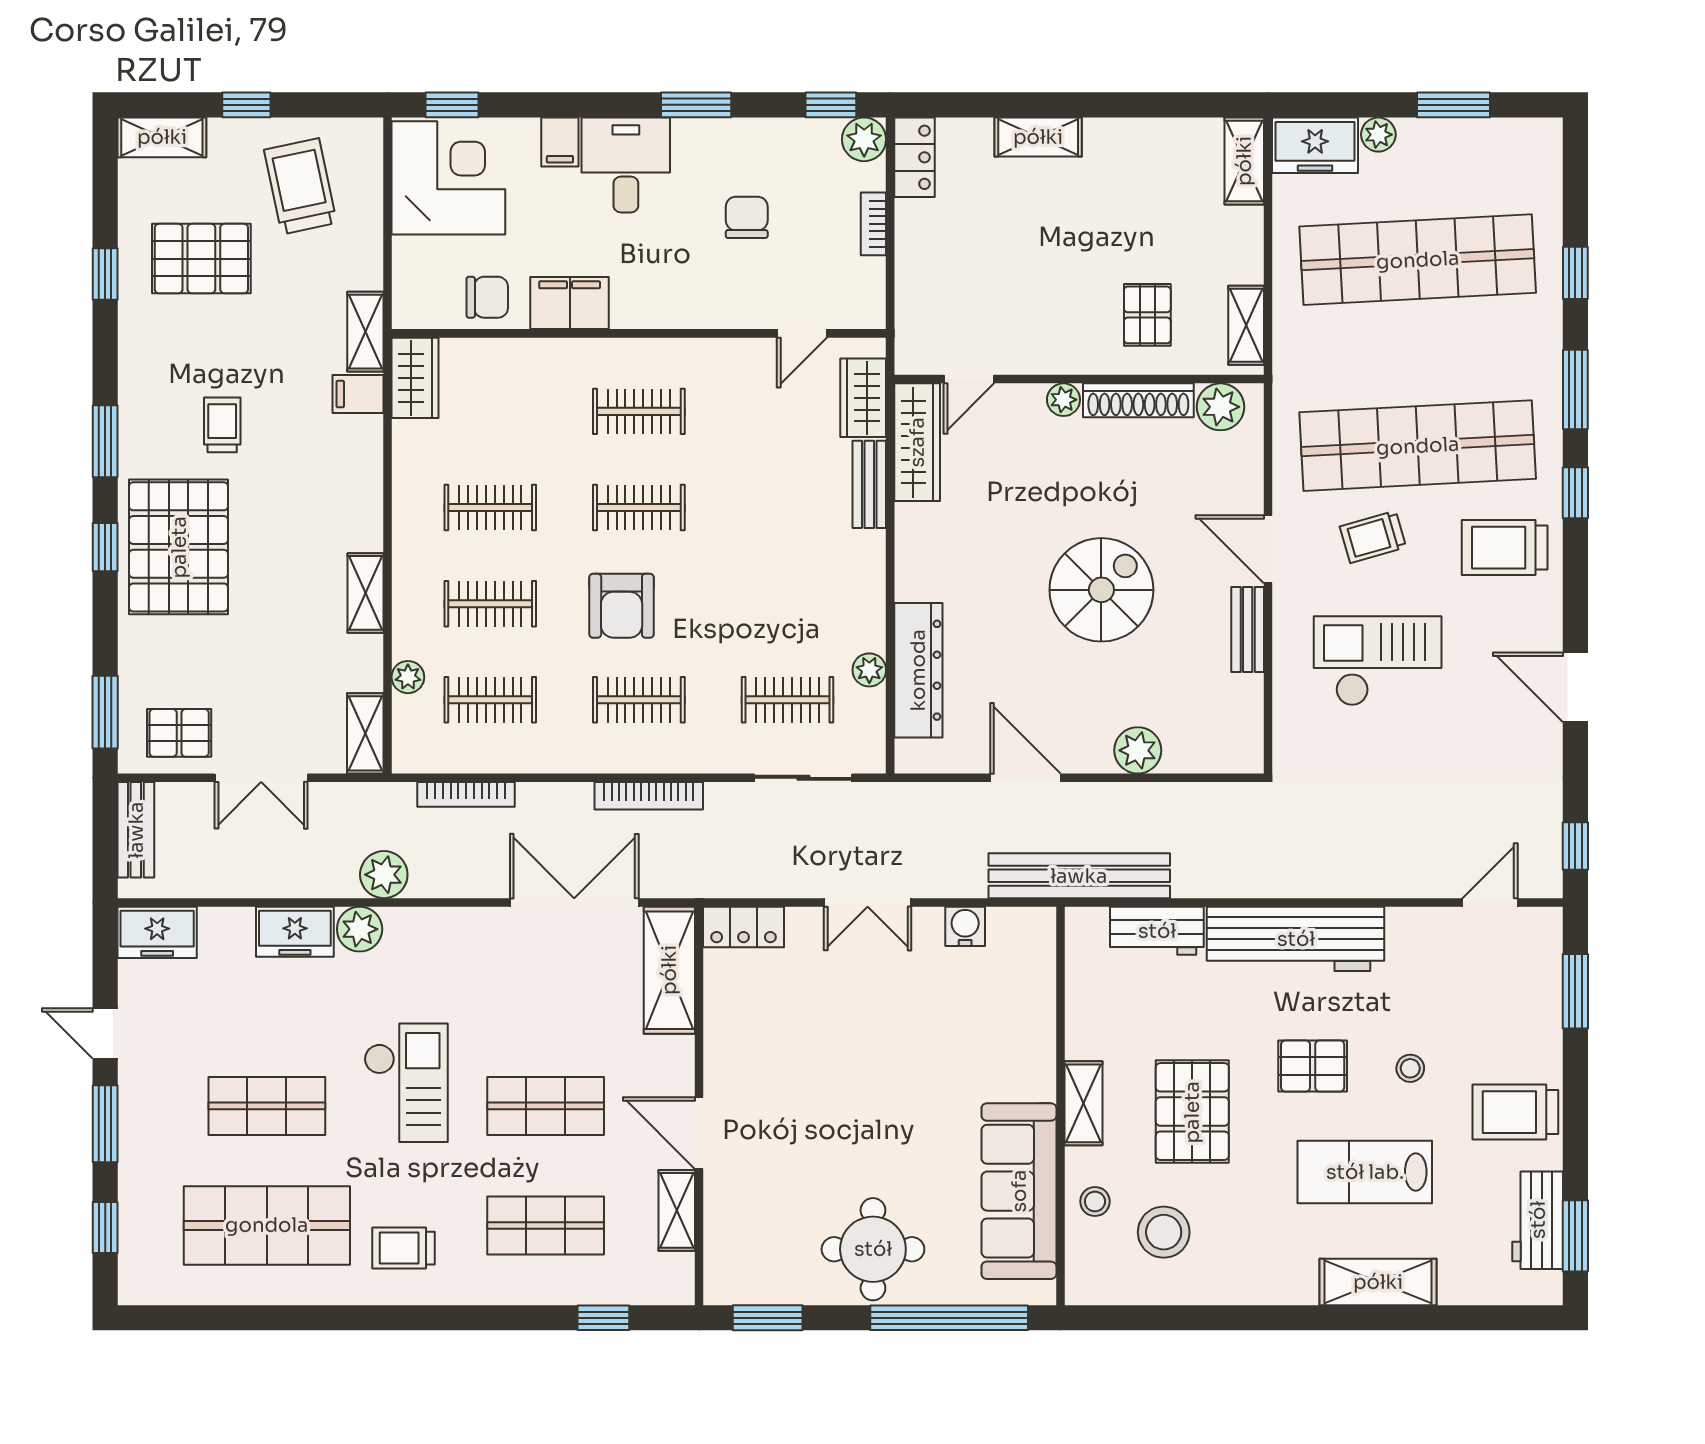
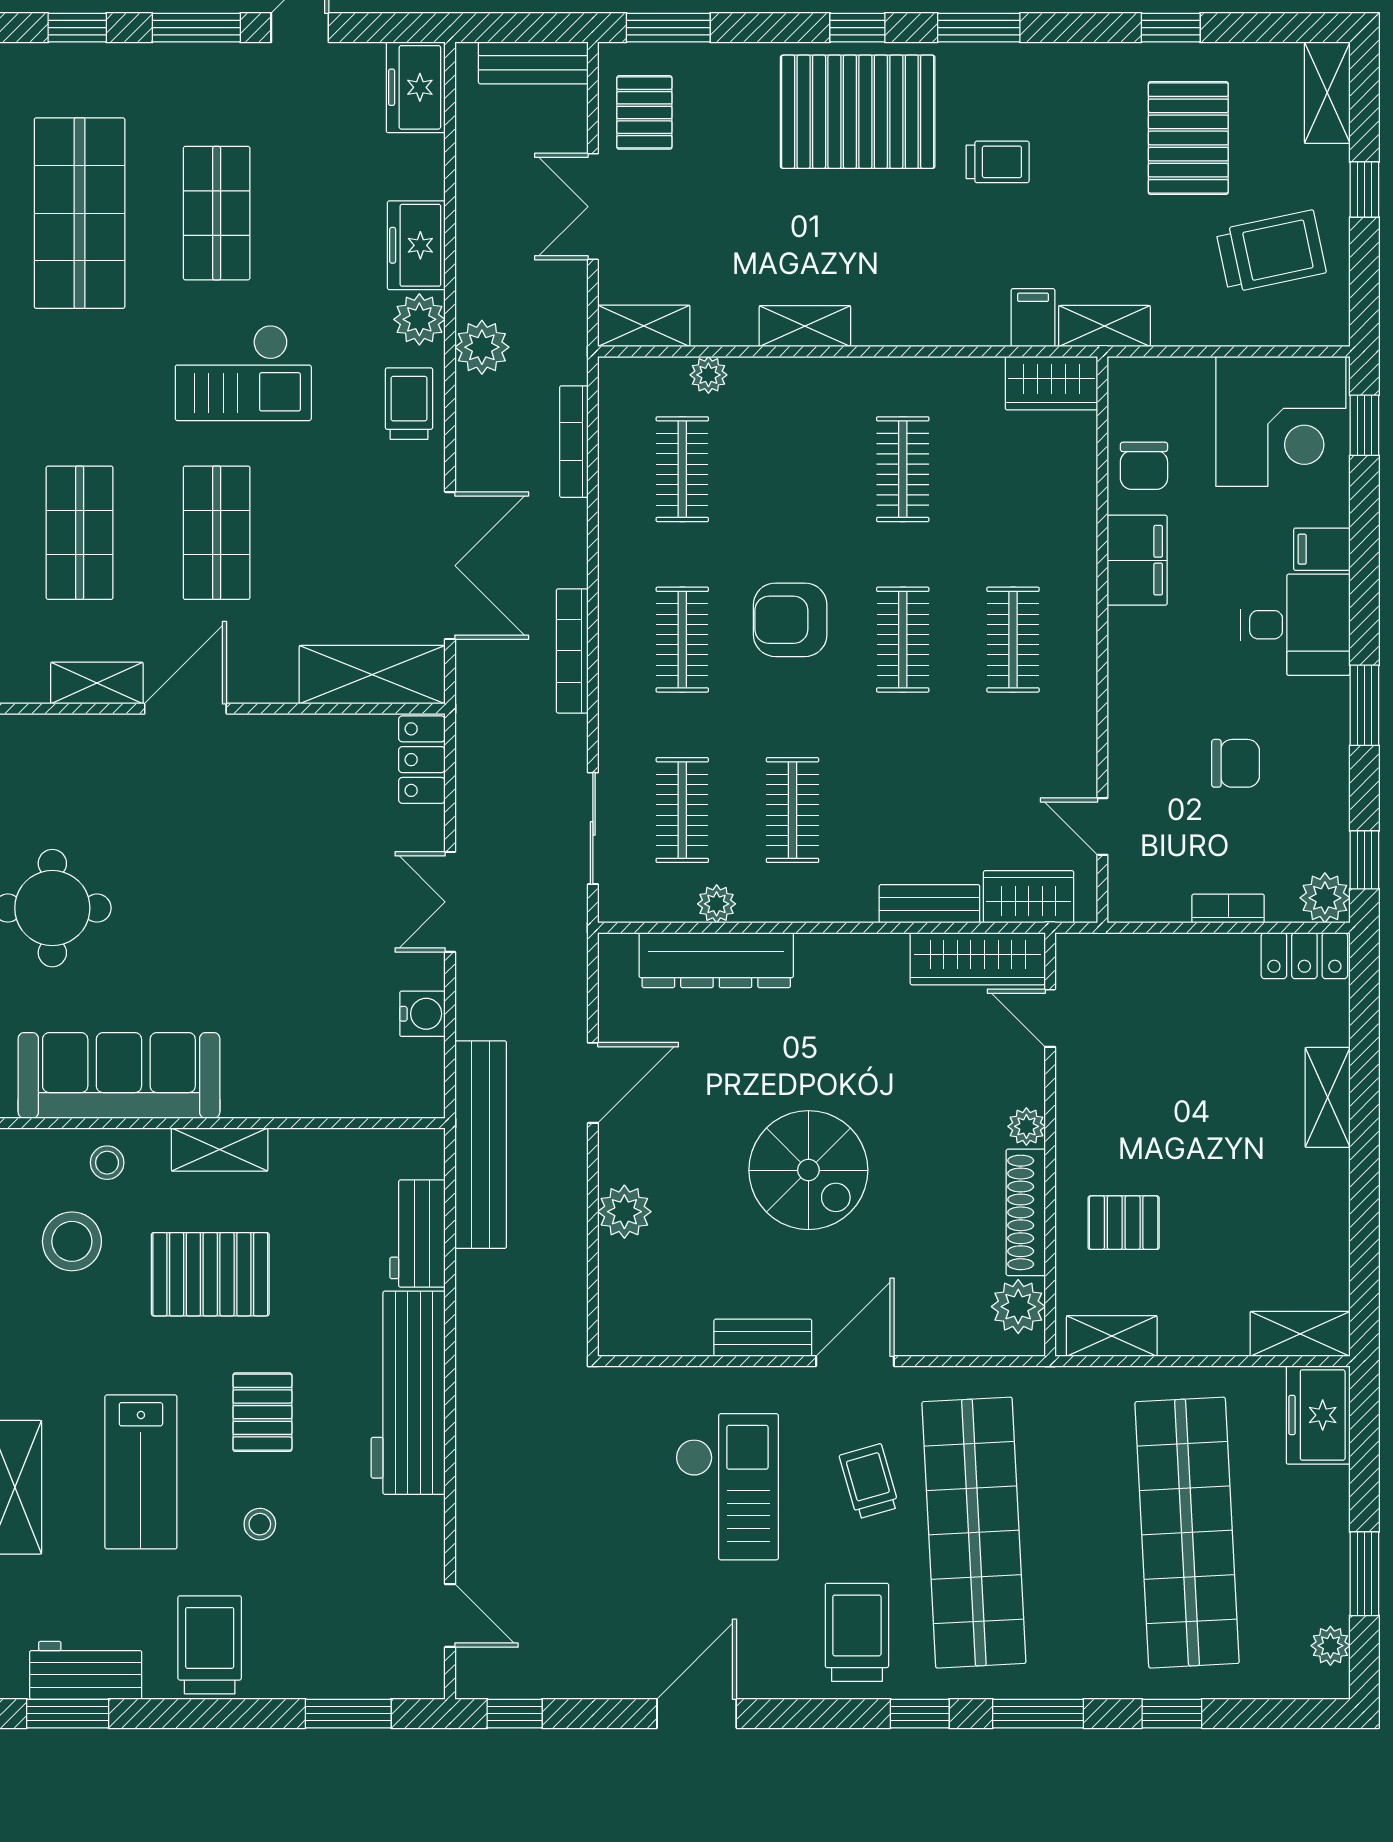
plant: (1378, 135) -> (1330, 1646), moved
clothes rail: (490, 604) -> (793, 810), moved
lab bench: (1365, 1172) -> (141, 1472), turned 180
trolley: (404, 1248) -> (409, 404), moved

